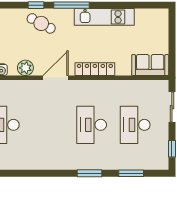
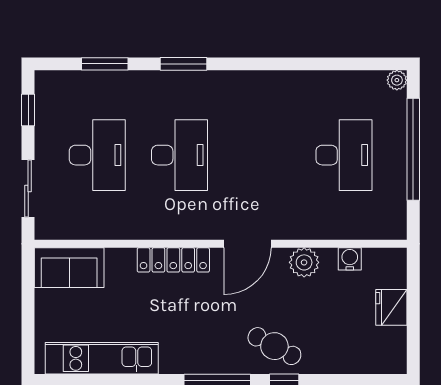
kitchen unit: (104, 17) -> (102, 358), moved

